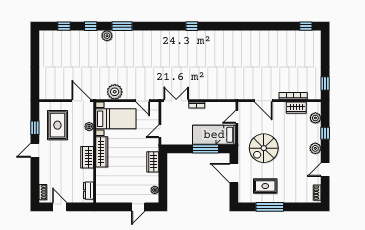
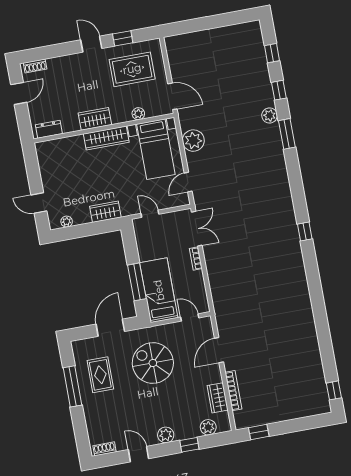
door: (81, 101) -> (172, 96), hinge flipped

